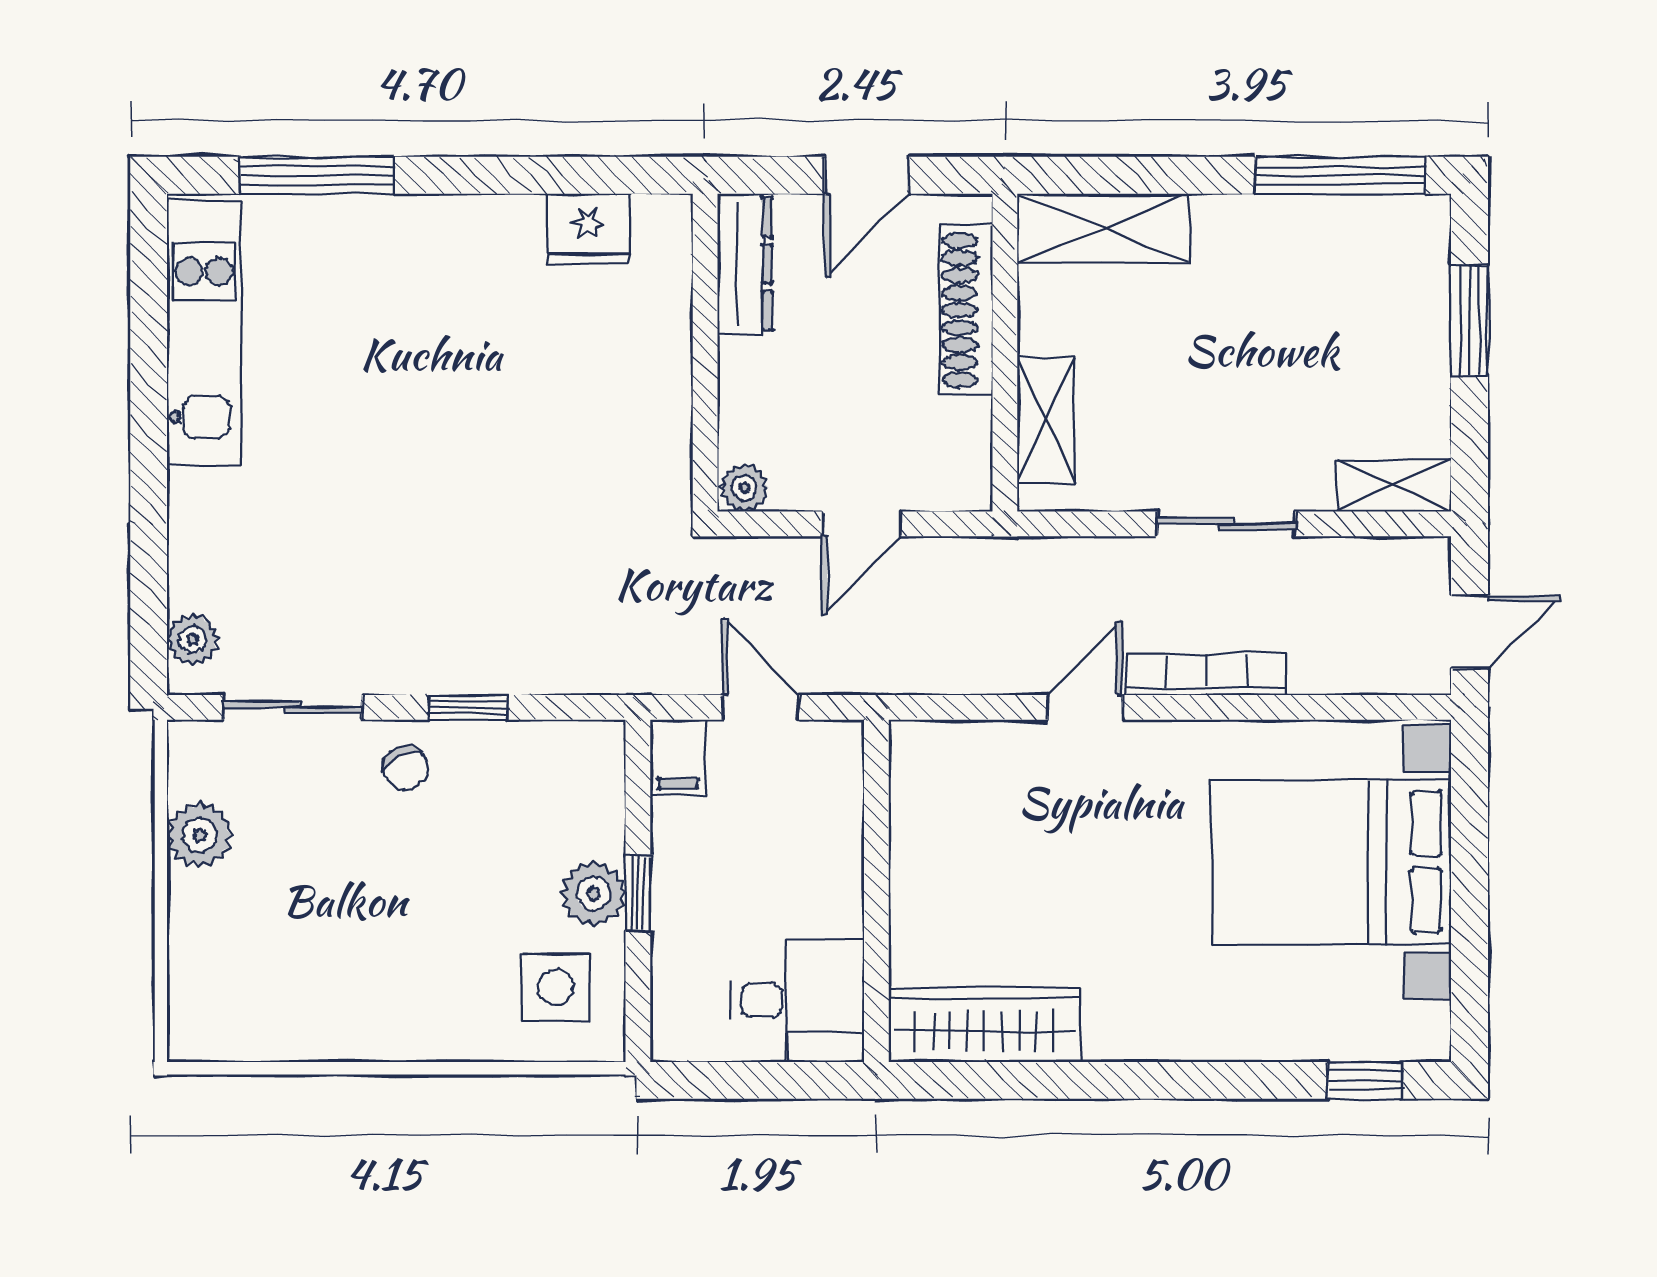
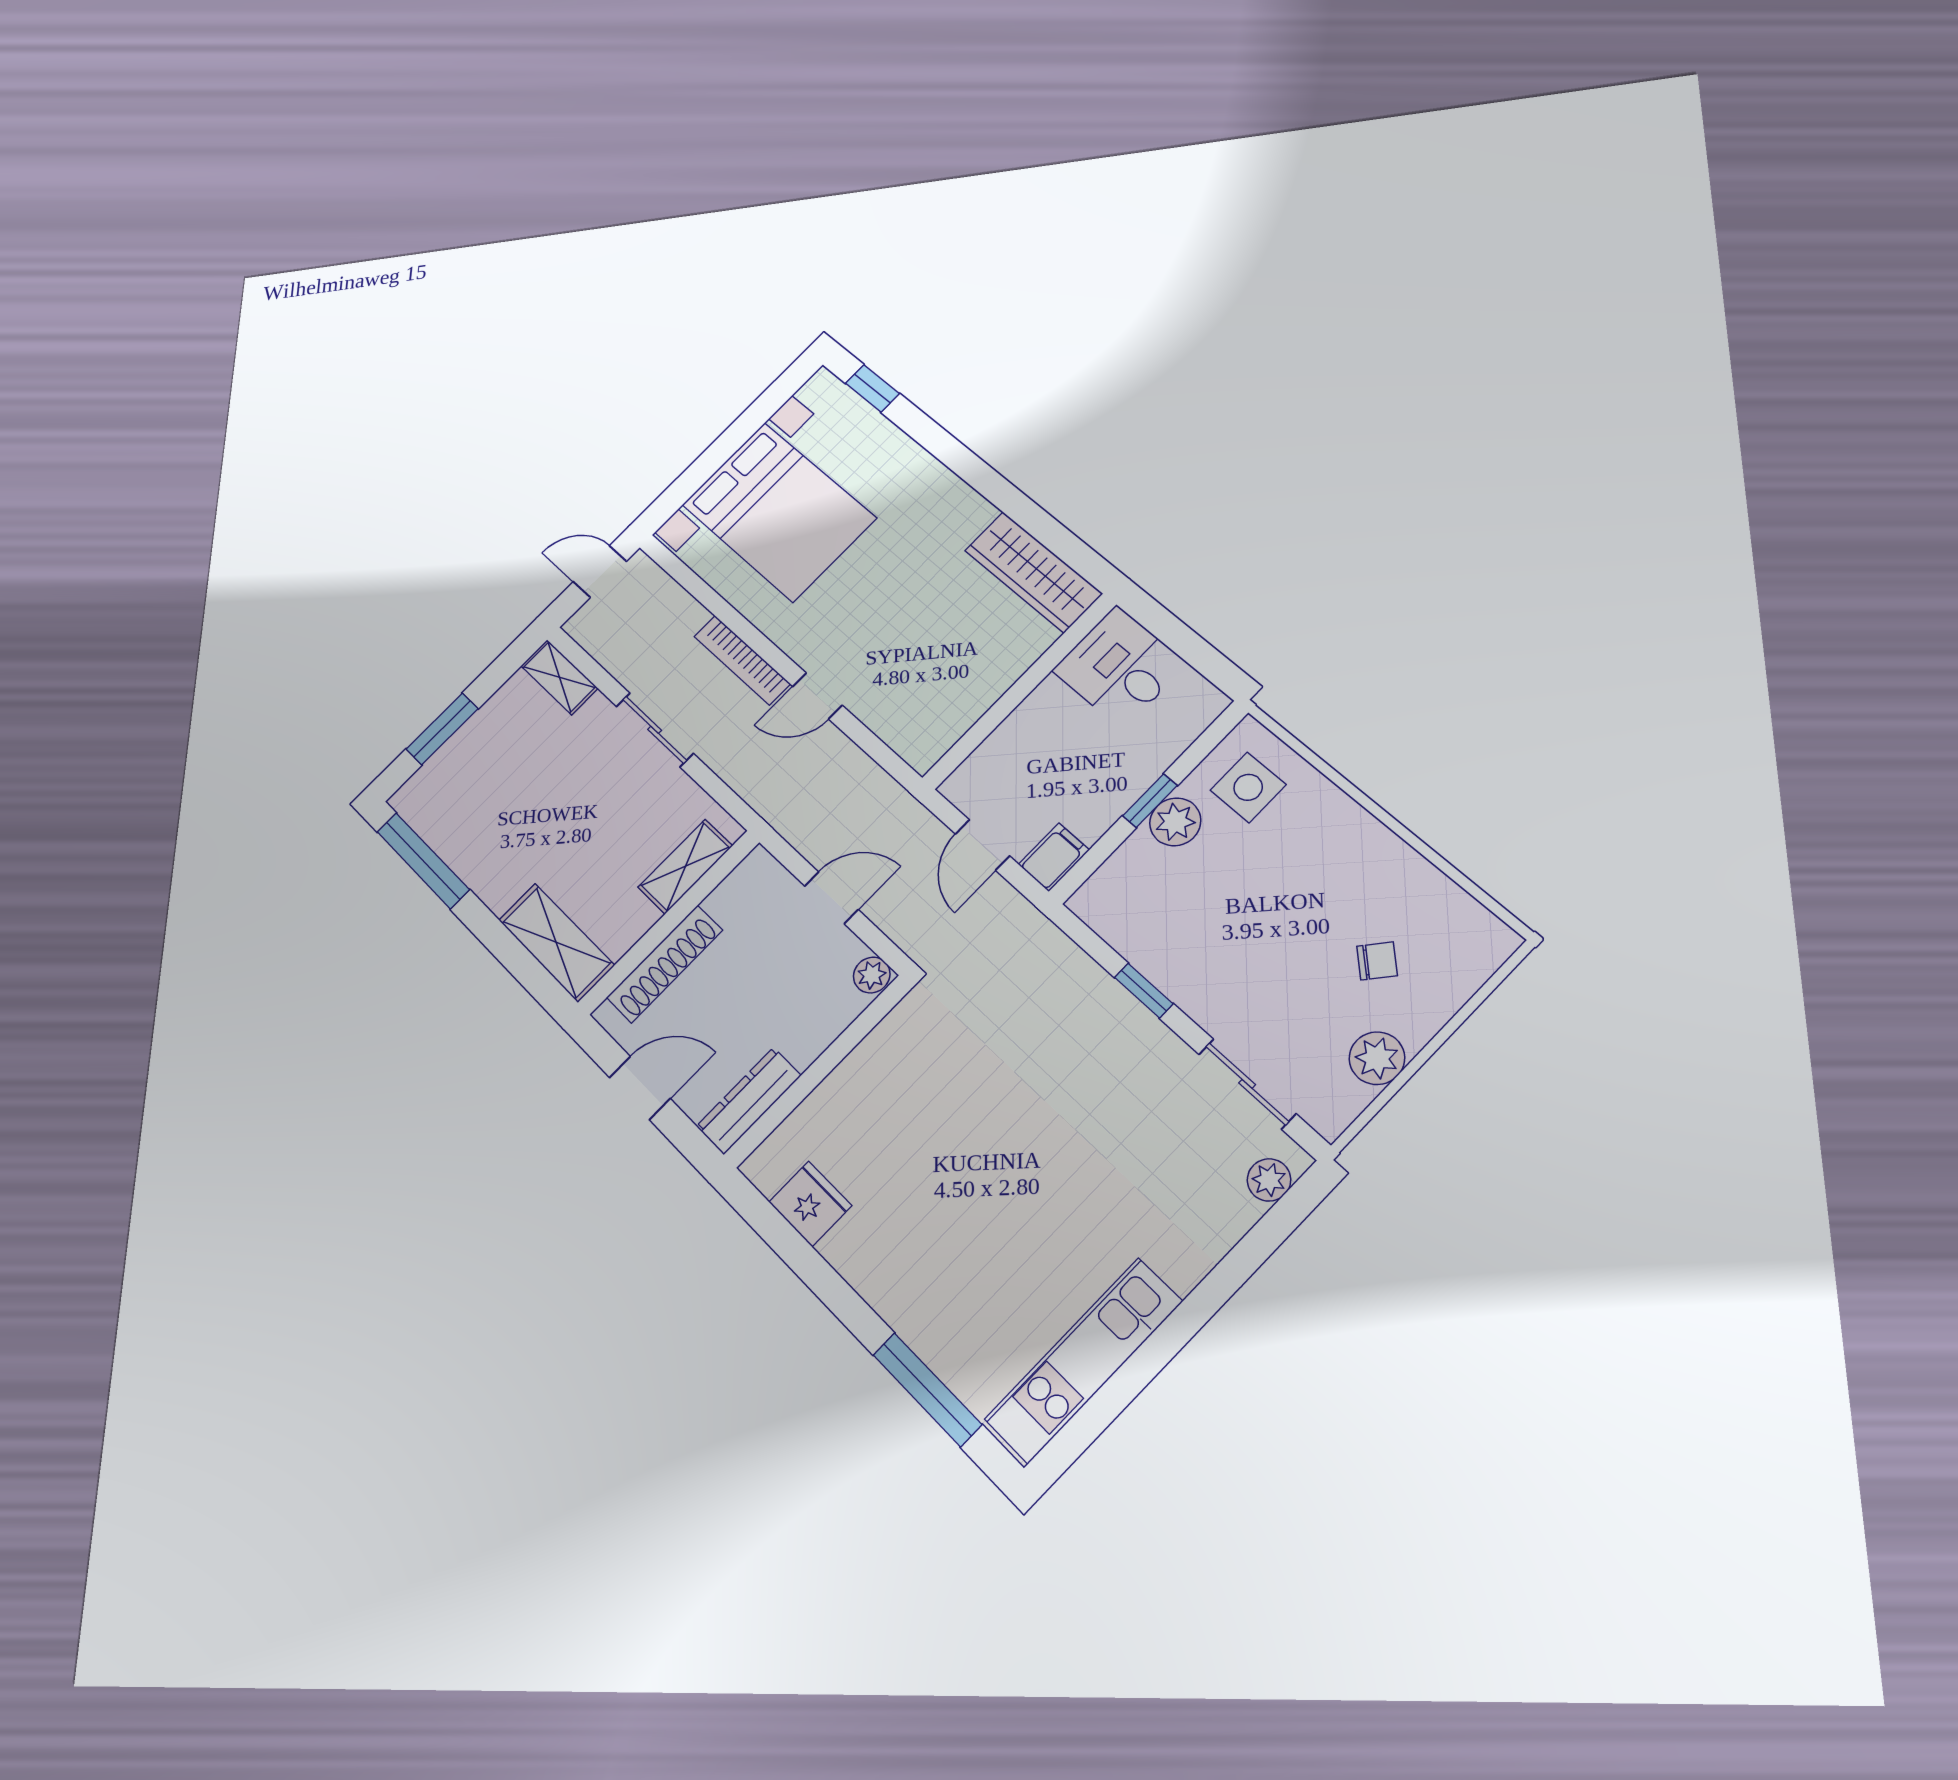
chair: (406, 768) -> (1377, 961), moved, turned 66

